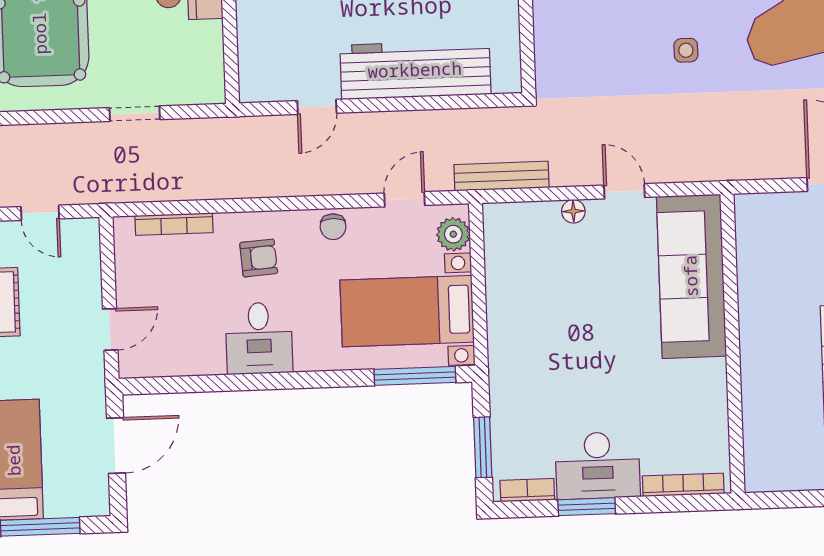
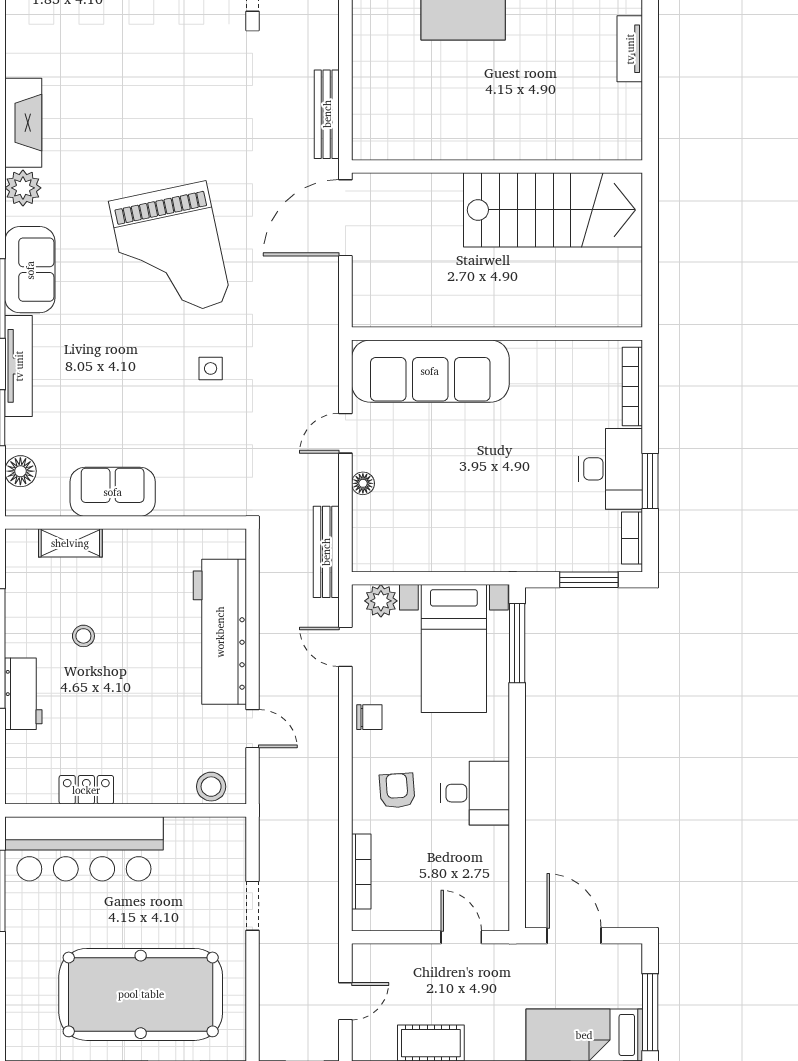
stool: (256, 67) -> (211, 787), added

